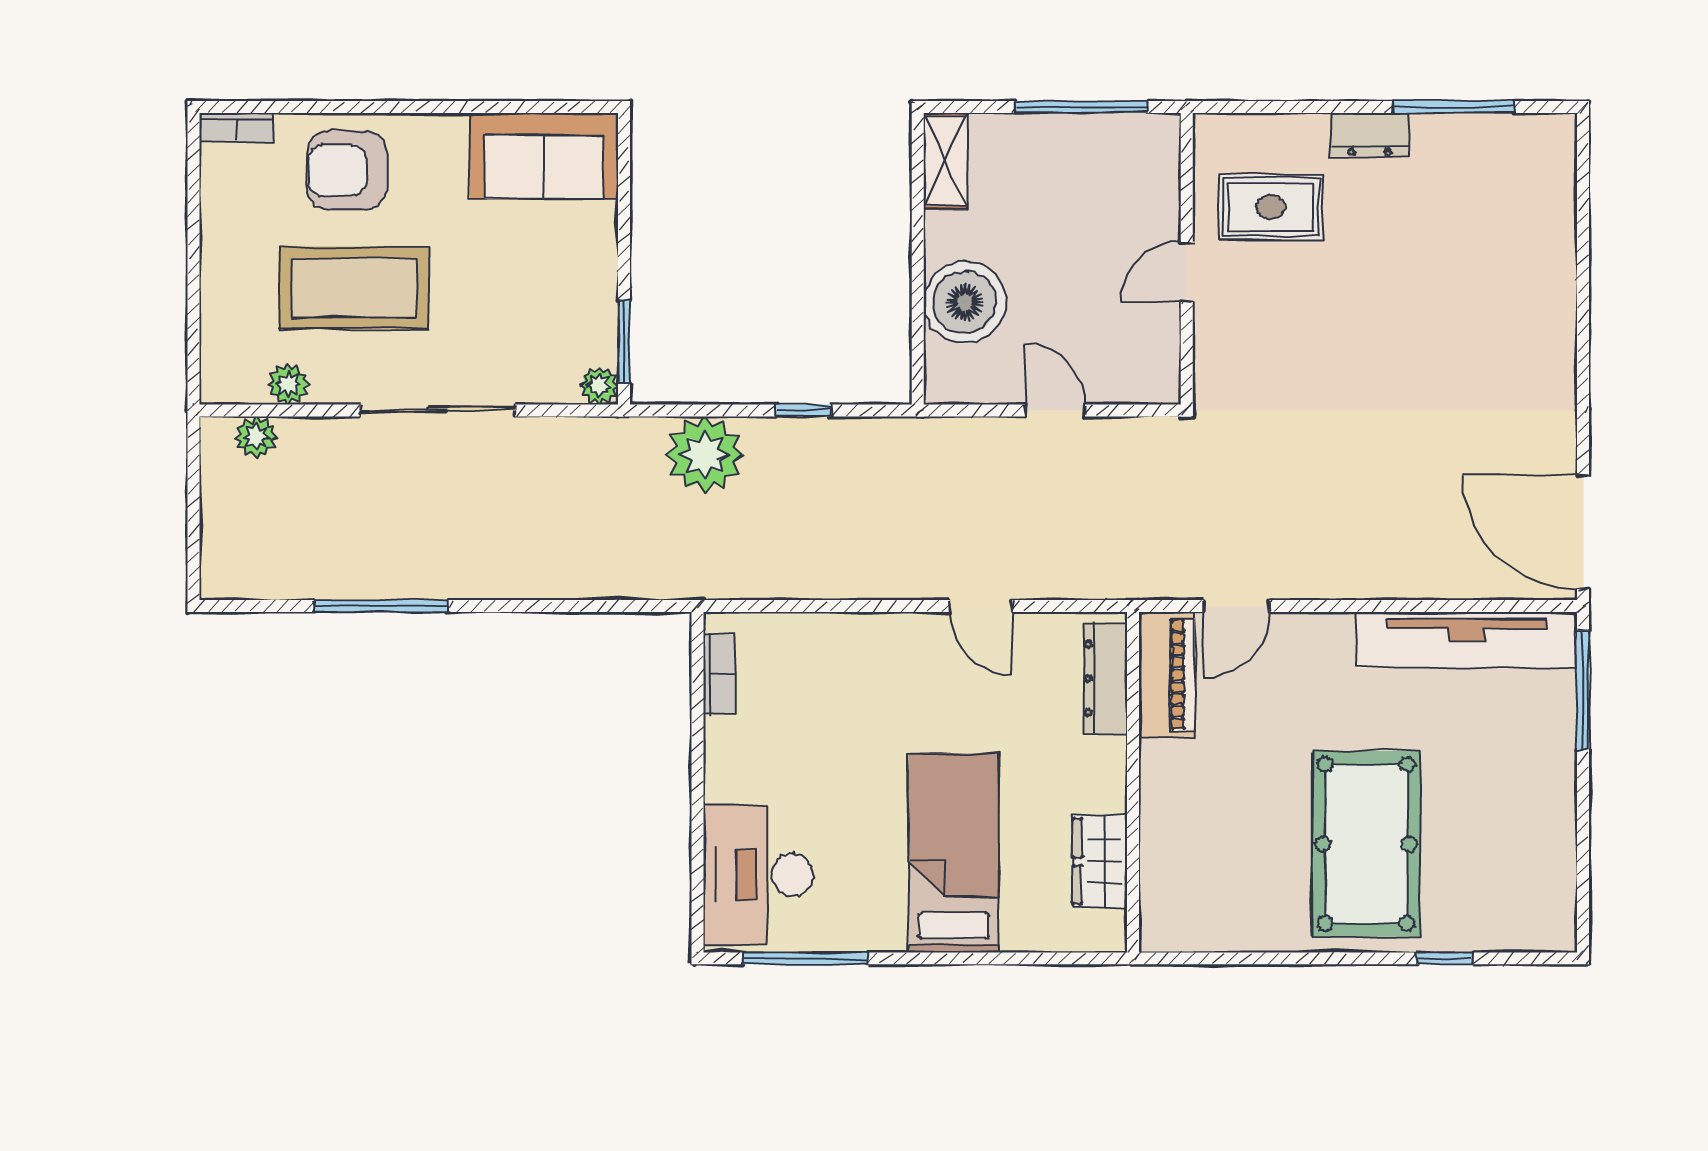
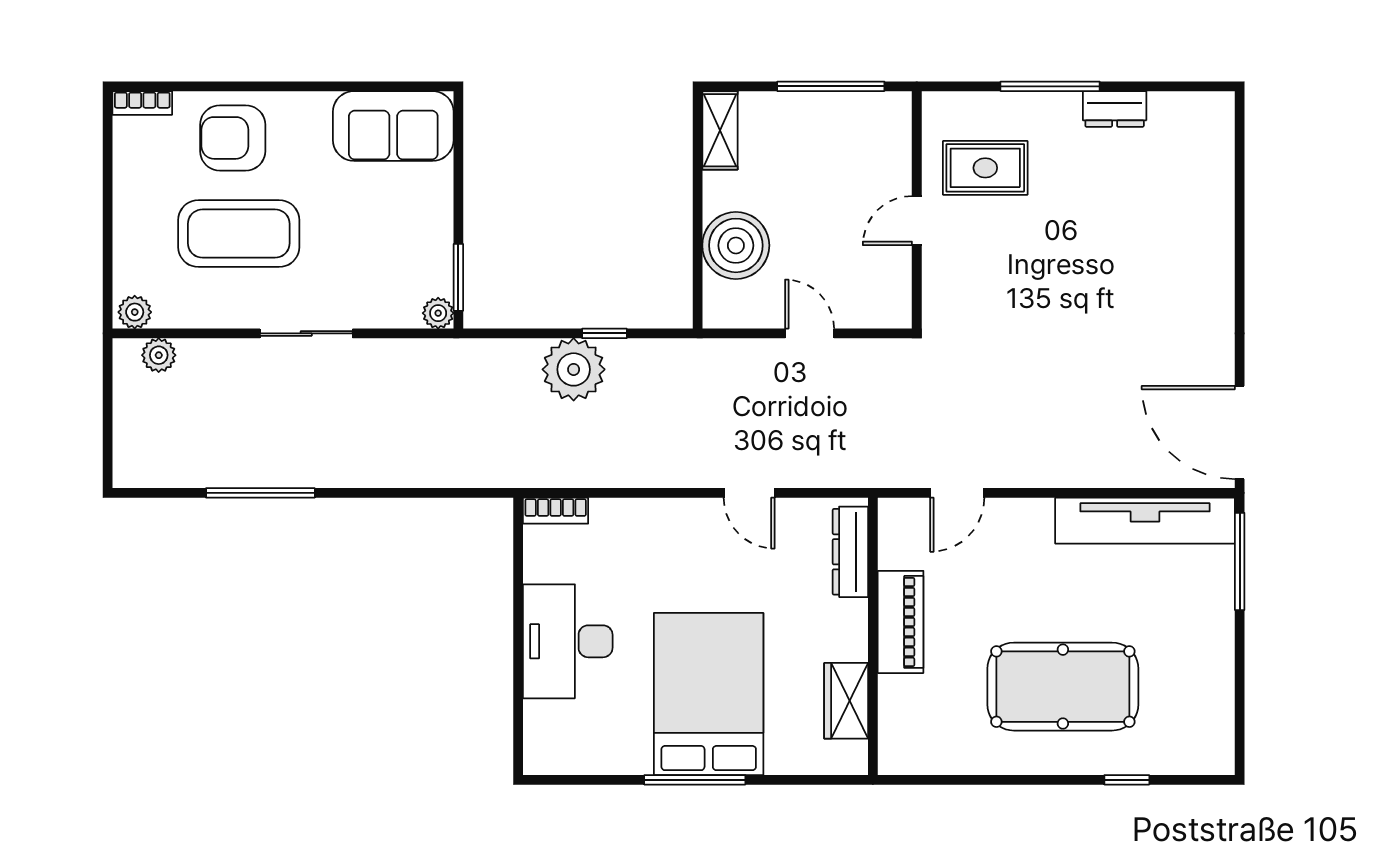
window: (1454, 107) -> (1050, 86), moved
dresser: (1370, 135) -> (1115, 109), moved
plant: (288, 384) -> (135, 312), moved
sliding door: (437, 410) -> (306, 333), width x0.73
plant: (705, 455) -> (574, 369), moved
bookcase: (719, 674) -> (556, 511), moved, turned 90
piano: (1167, 675) -> (901, 622), moved
pool table: (1366, 844) -> (1063, 687), turned 90
bed: (954, 853) -> (709, 694), width x1.50
desk: (758, 875) -> (568, 641), moved
window: (805, 958) -> (695, 780), moved

